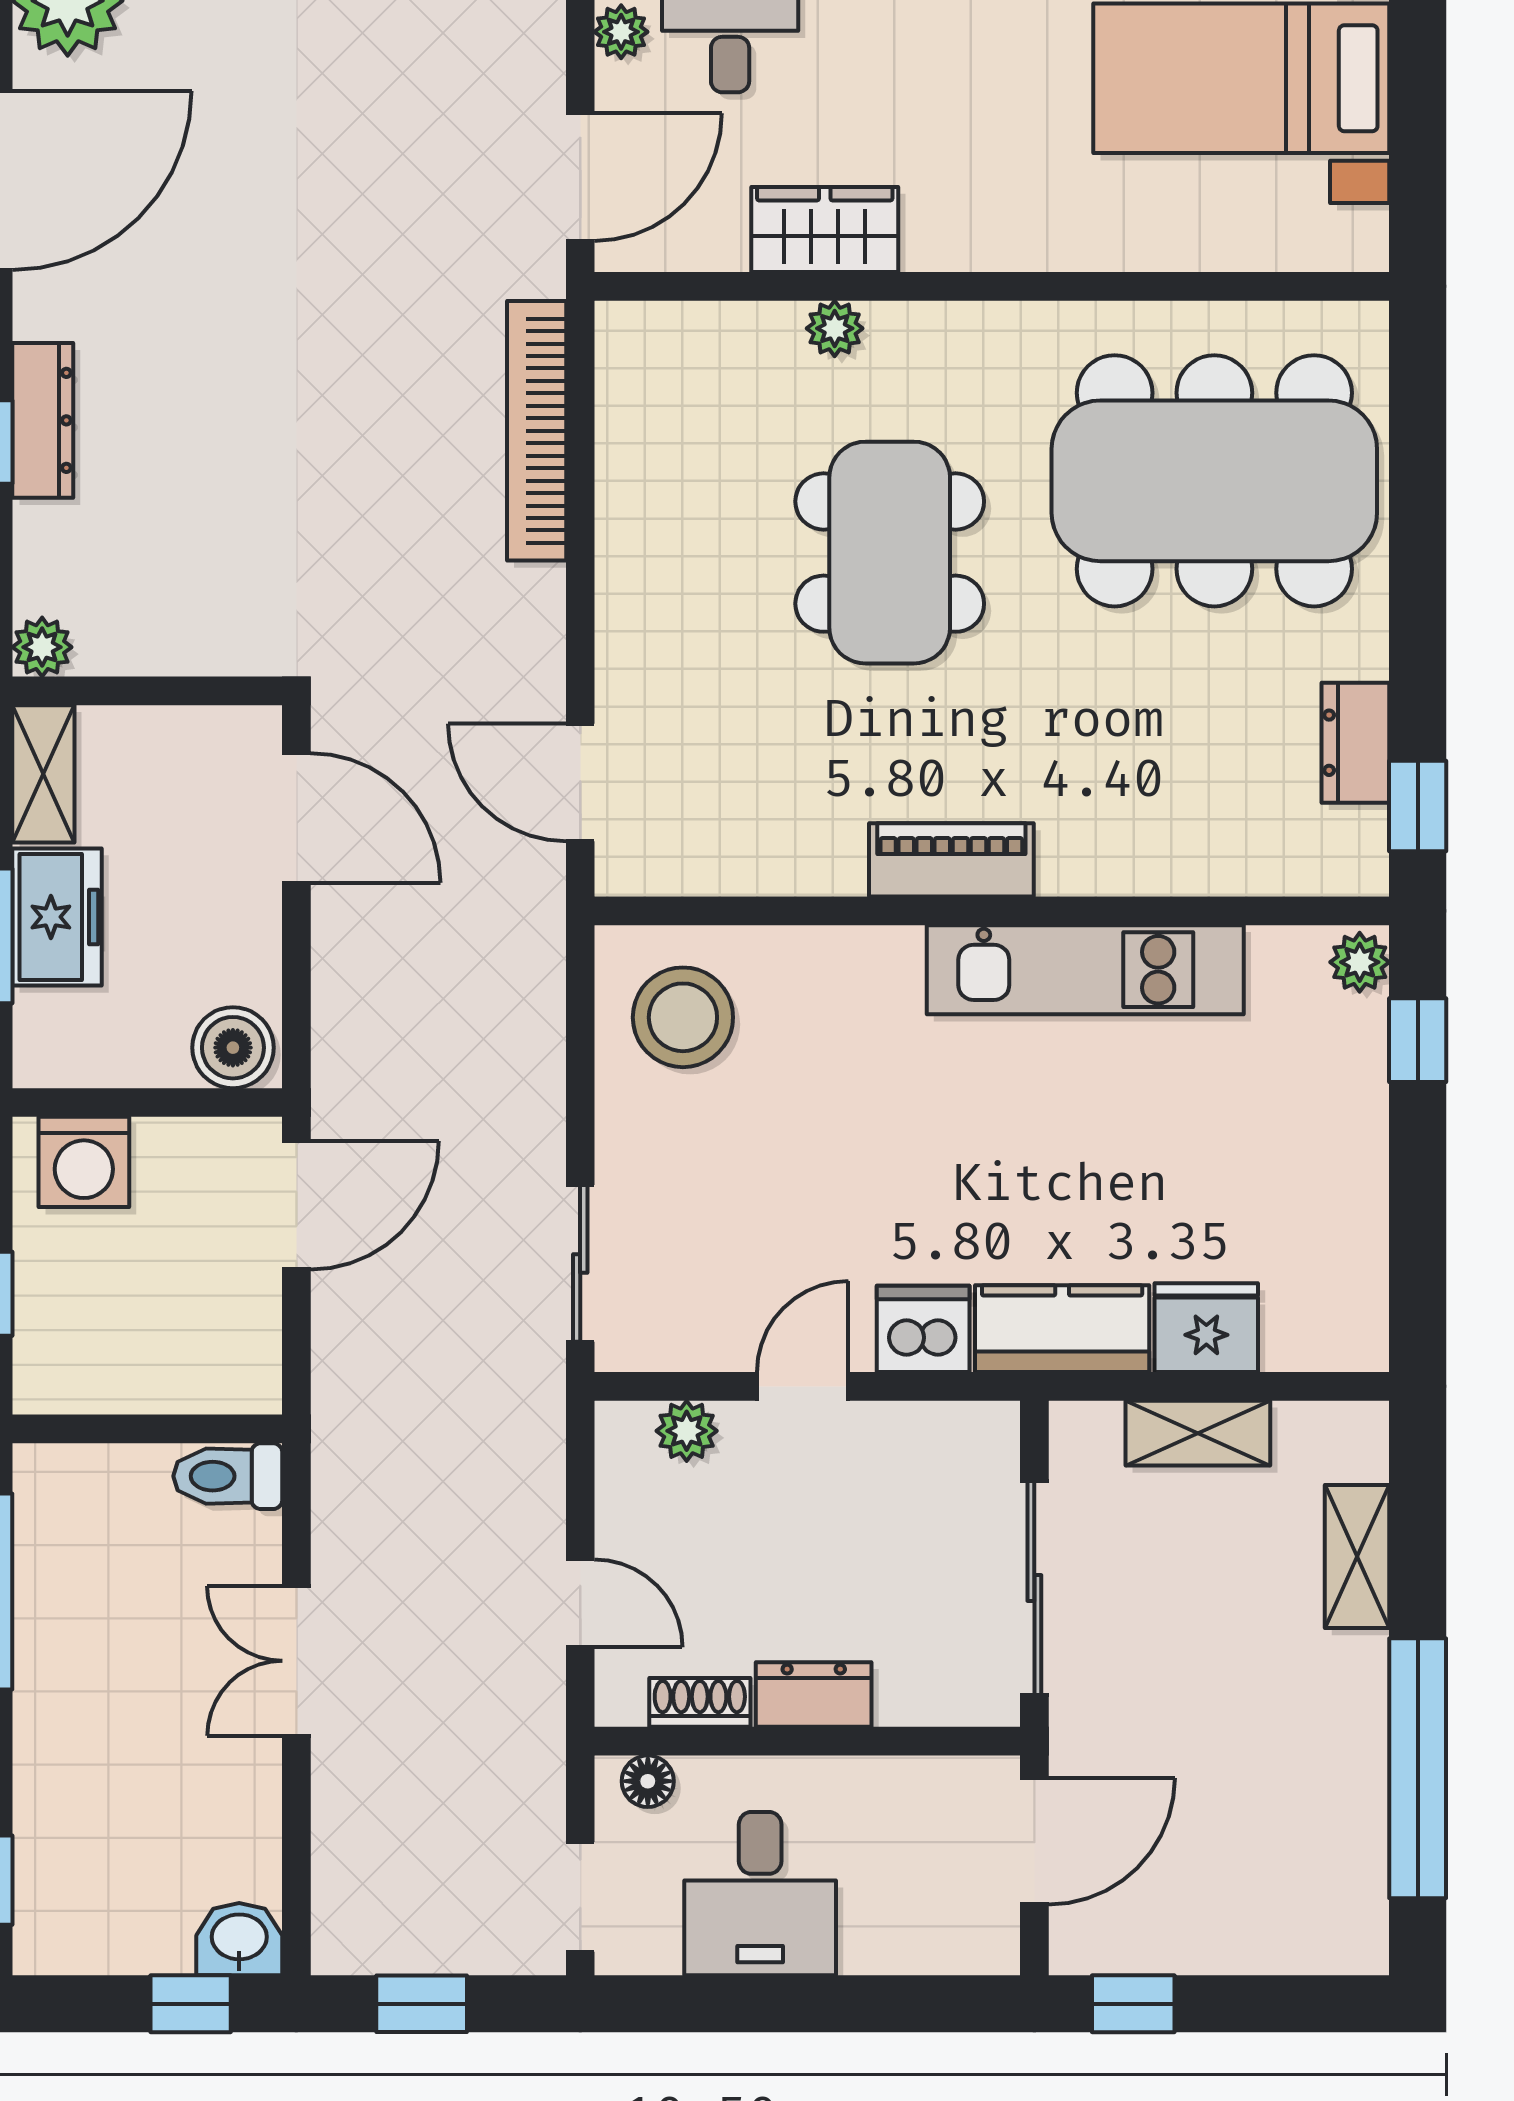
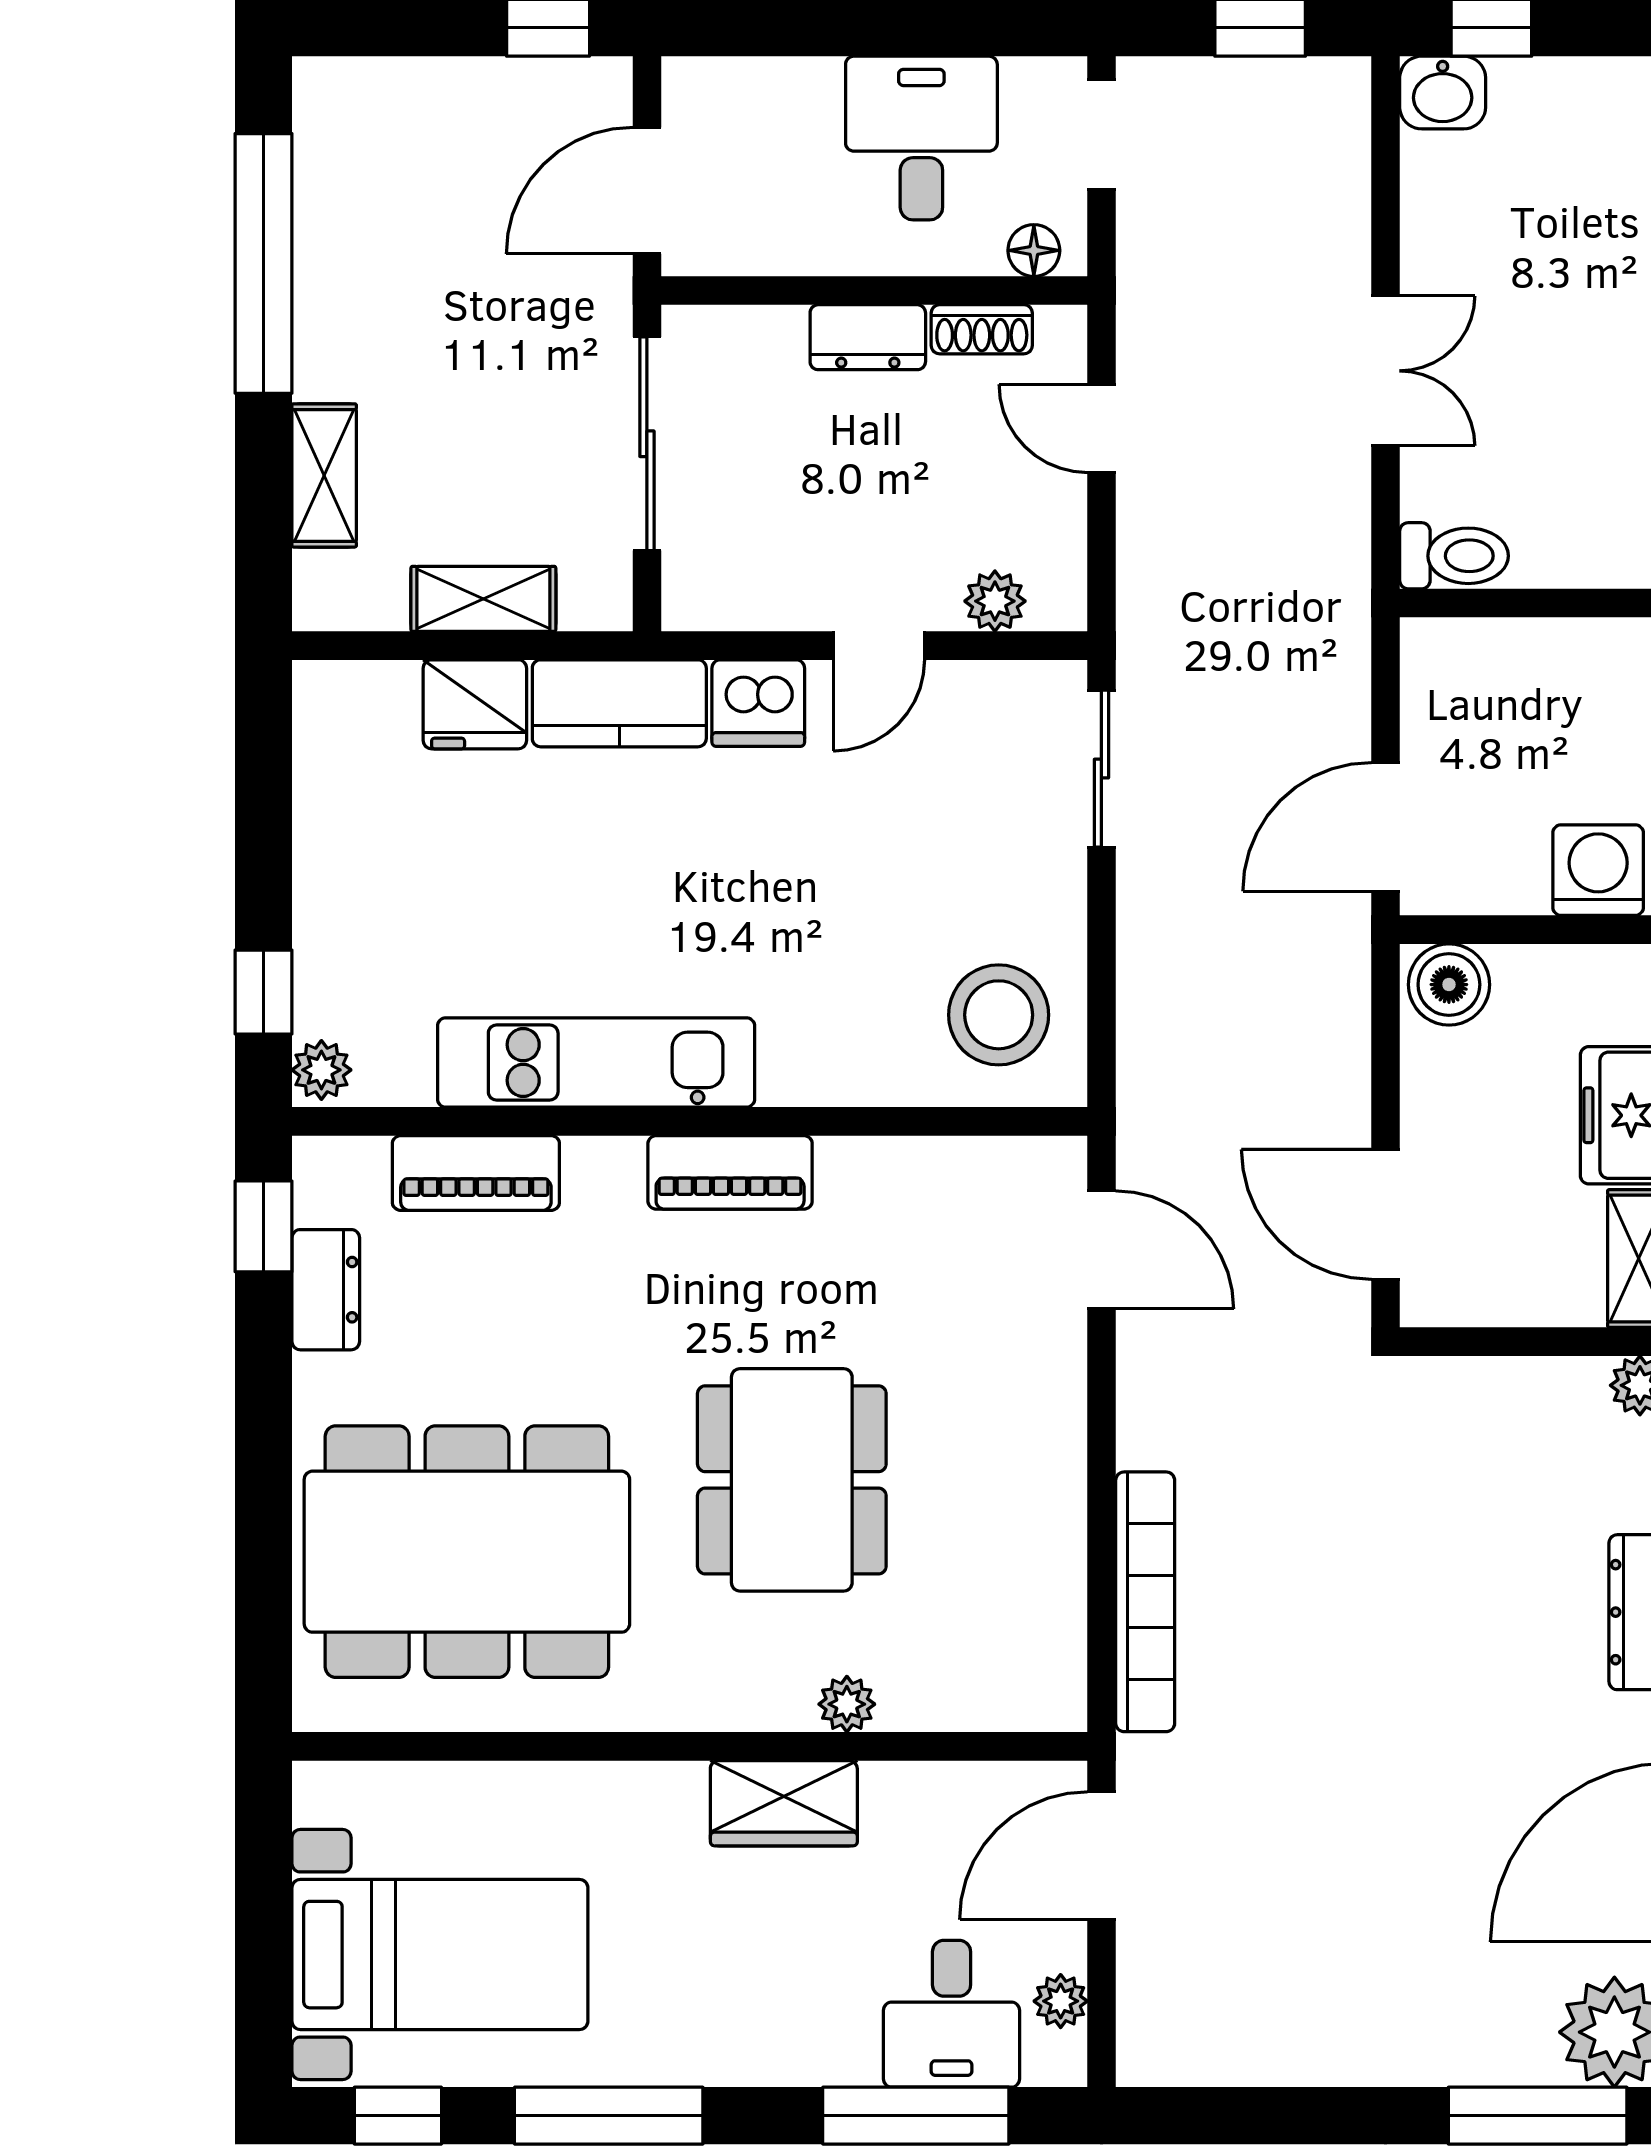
wardrobe: (825, 230) -> (784, 1803), moved
piano: (1205, 859) -> (476, 1173), added

